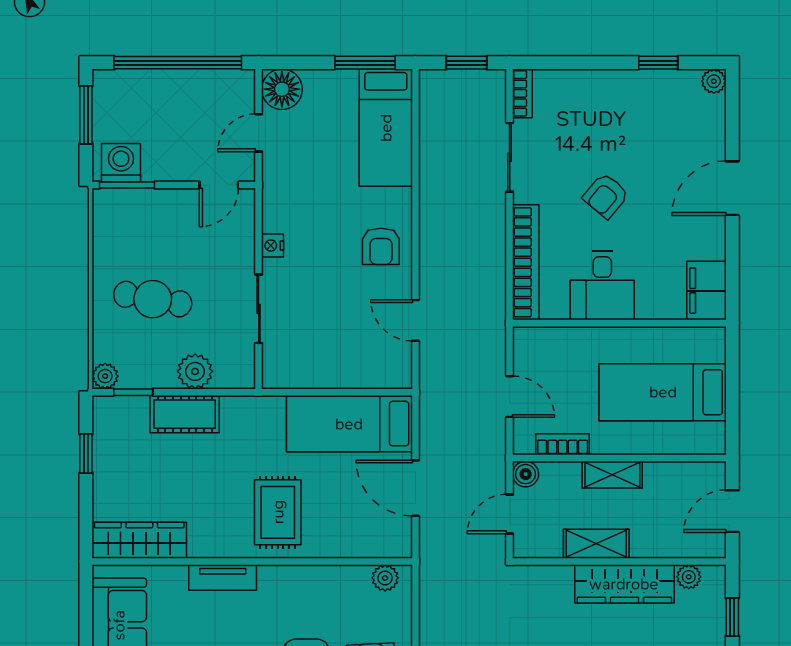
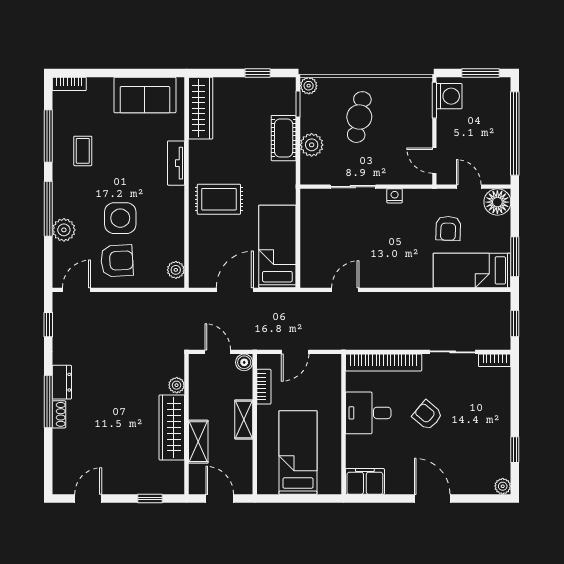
armchair: (381, 246) -> (448, 228), moved, turned -88
shelving: (596, 544) -> (198, 442), moved
plant: (689, 577) -> (177, 385), moved

